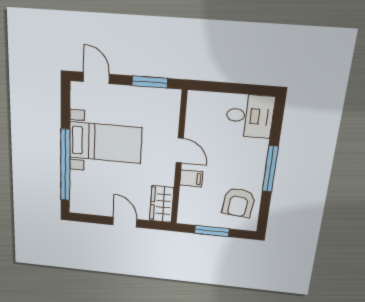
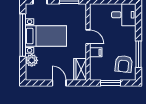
window: (65, 165) -> (23, 35), moved
window: (270, 169) -> (138, 54), moved
plant: (80, 181) -> (32, 60), added

